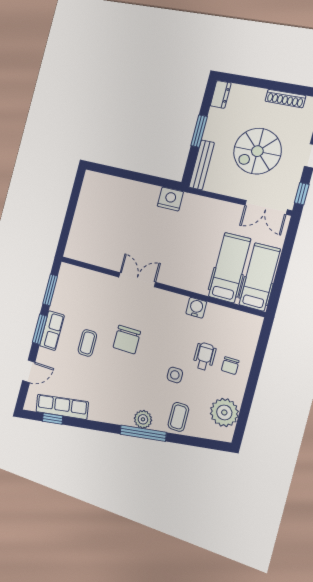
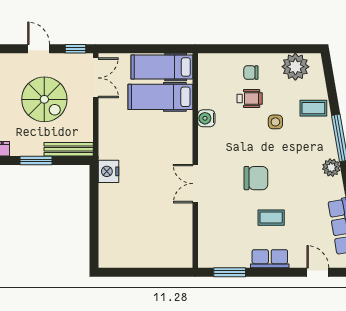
window: (40, 329) -> (272, 272), removed
wheelchair: (204, 356) -> (250, 99), turned 180
chair: (230, 366) -> (251, 73), turned 180
plant: (143, 419) -> (331, 168), moved

